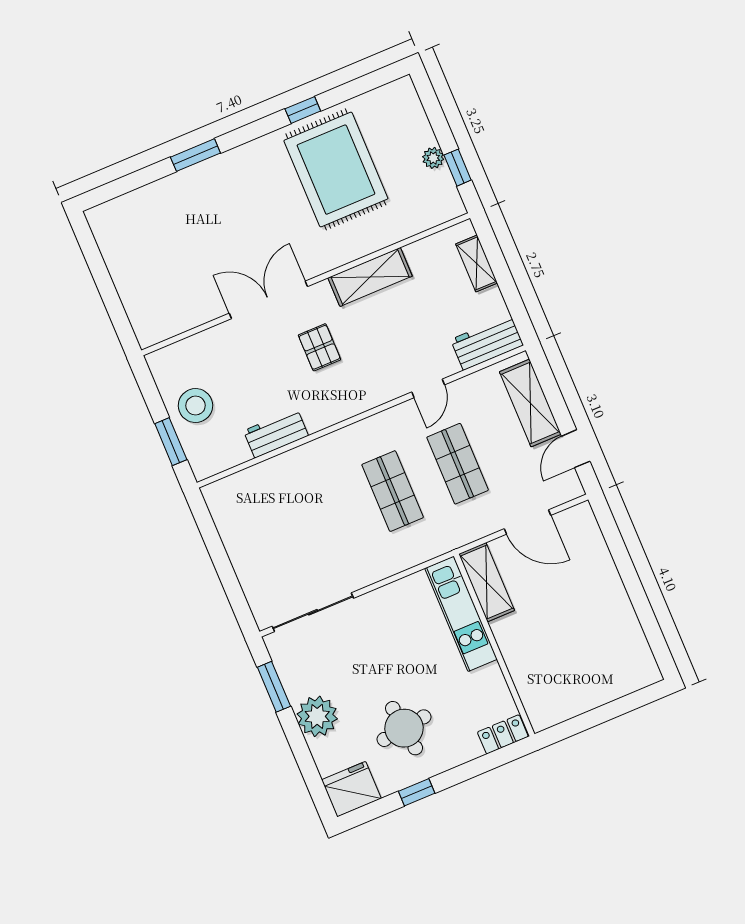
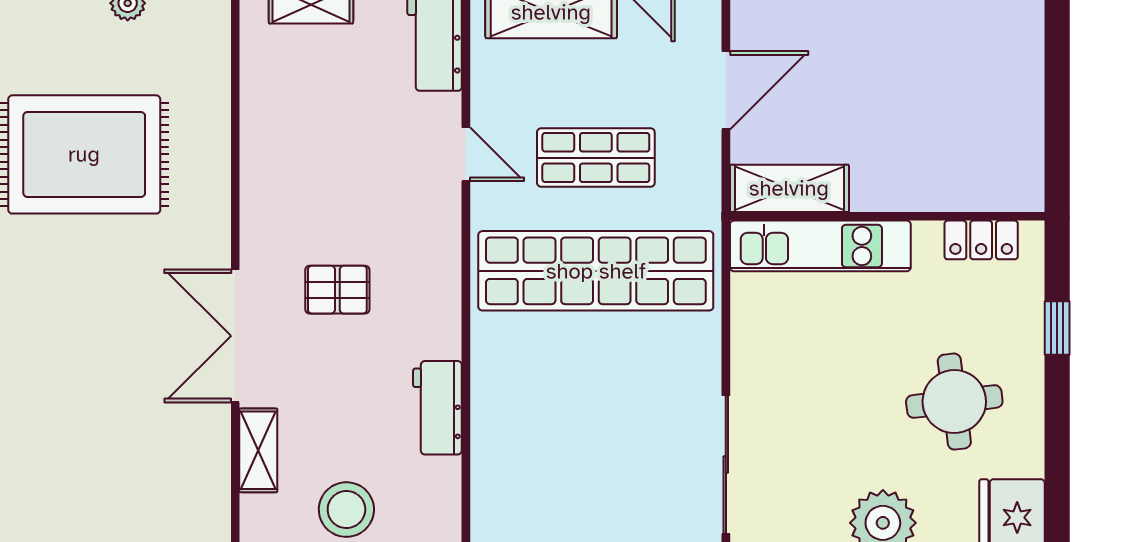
shelving: (370, 277) -> (258, 450), moved, width x0.67, depth x0.75
shop shelf: (393, 491) -> (596, 271), width x2.00, depth x1.36
locker: (503, 734) -> (981, 240), moved, turned -90
window: (417, 792) -> (1057, 328), moved

